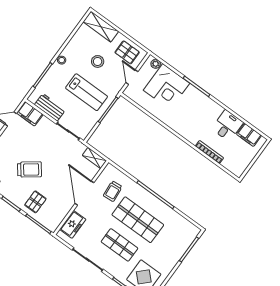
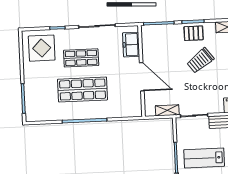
shelving: (94, 158) -> (167, 110), moved
trolley: (113, 191) -> (121, 96), removed
pallet: (35, 202) -> (194, 33), moved, turned 90

